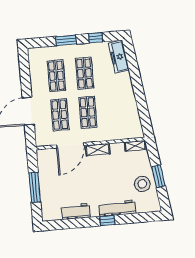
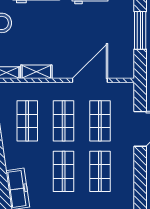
shop shelf: (116, 110) -> (27, 121), added
shelving: (98, 150) -> (36, 72), moved

